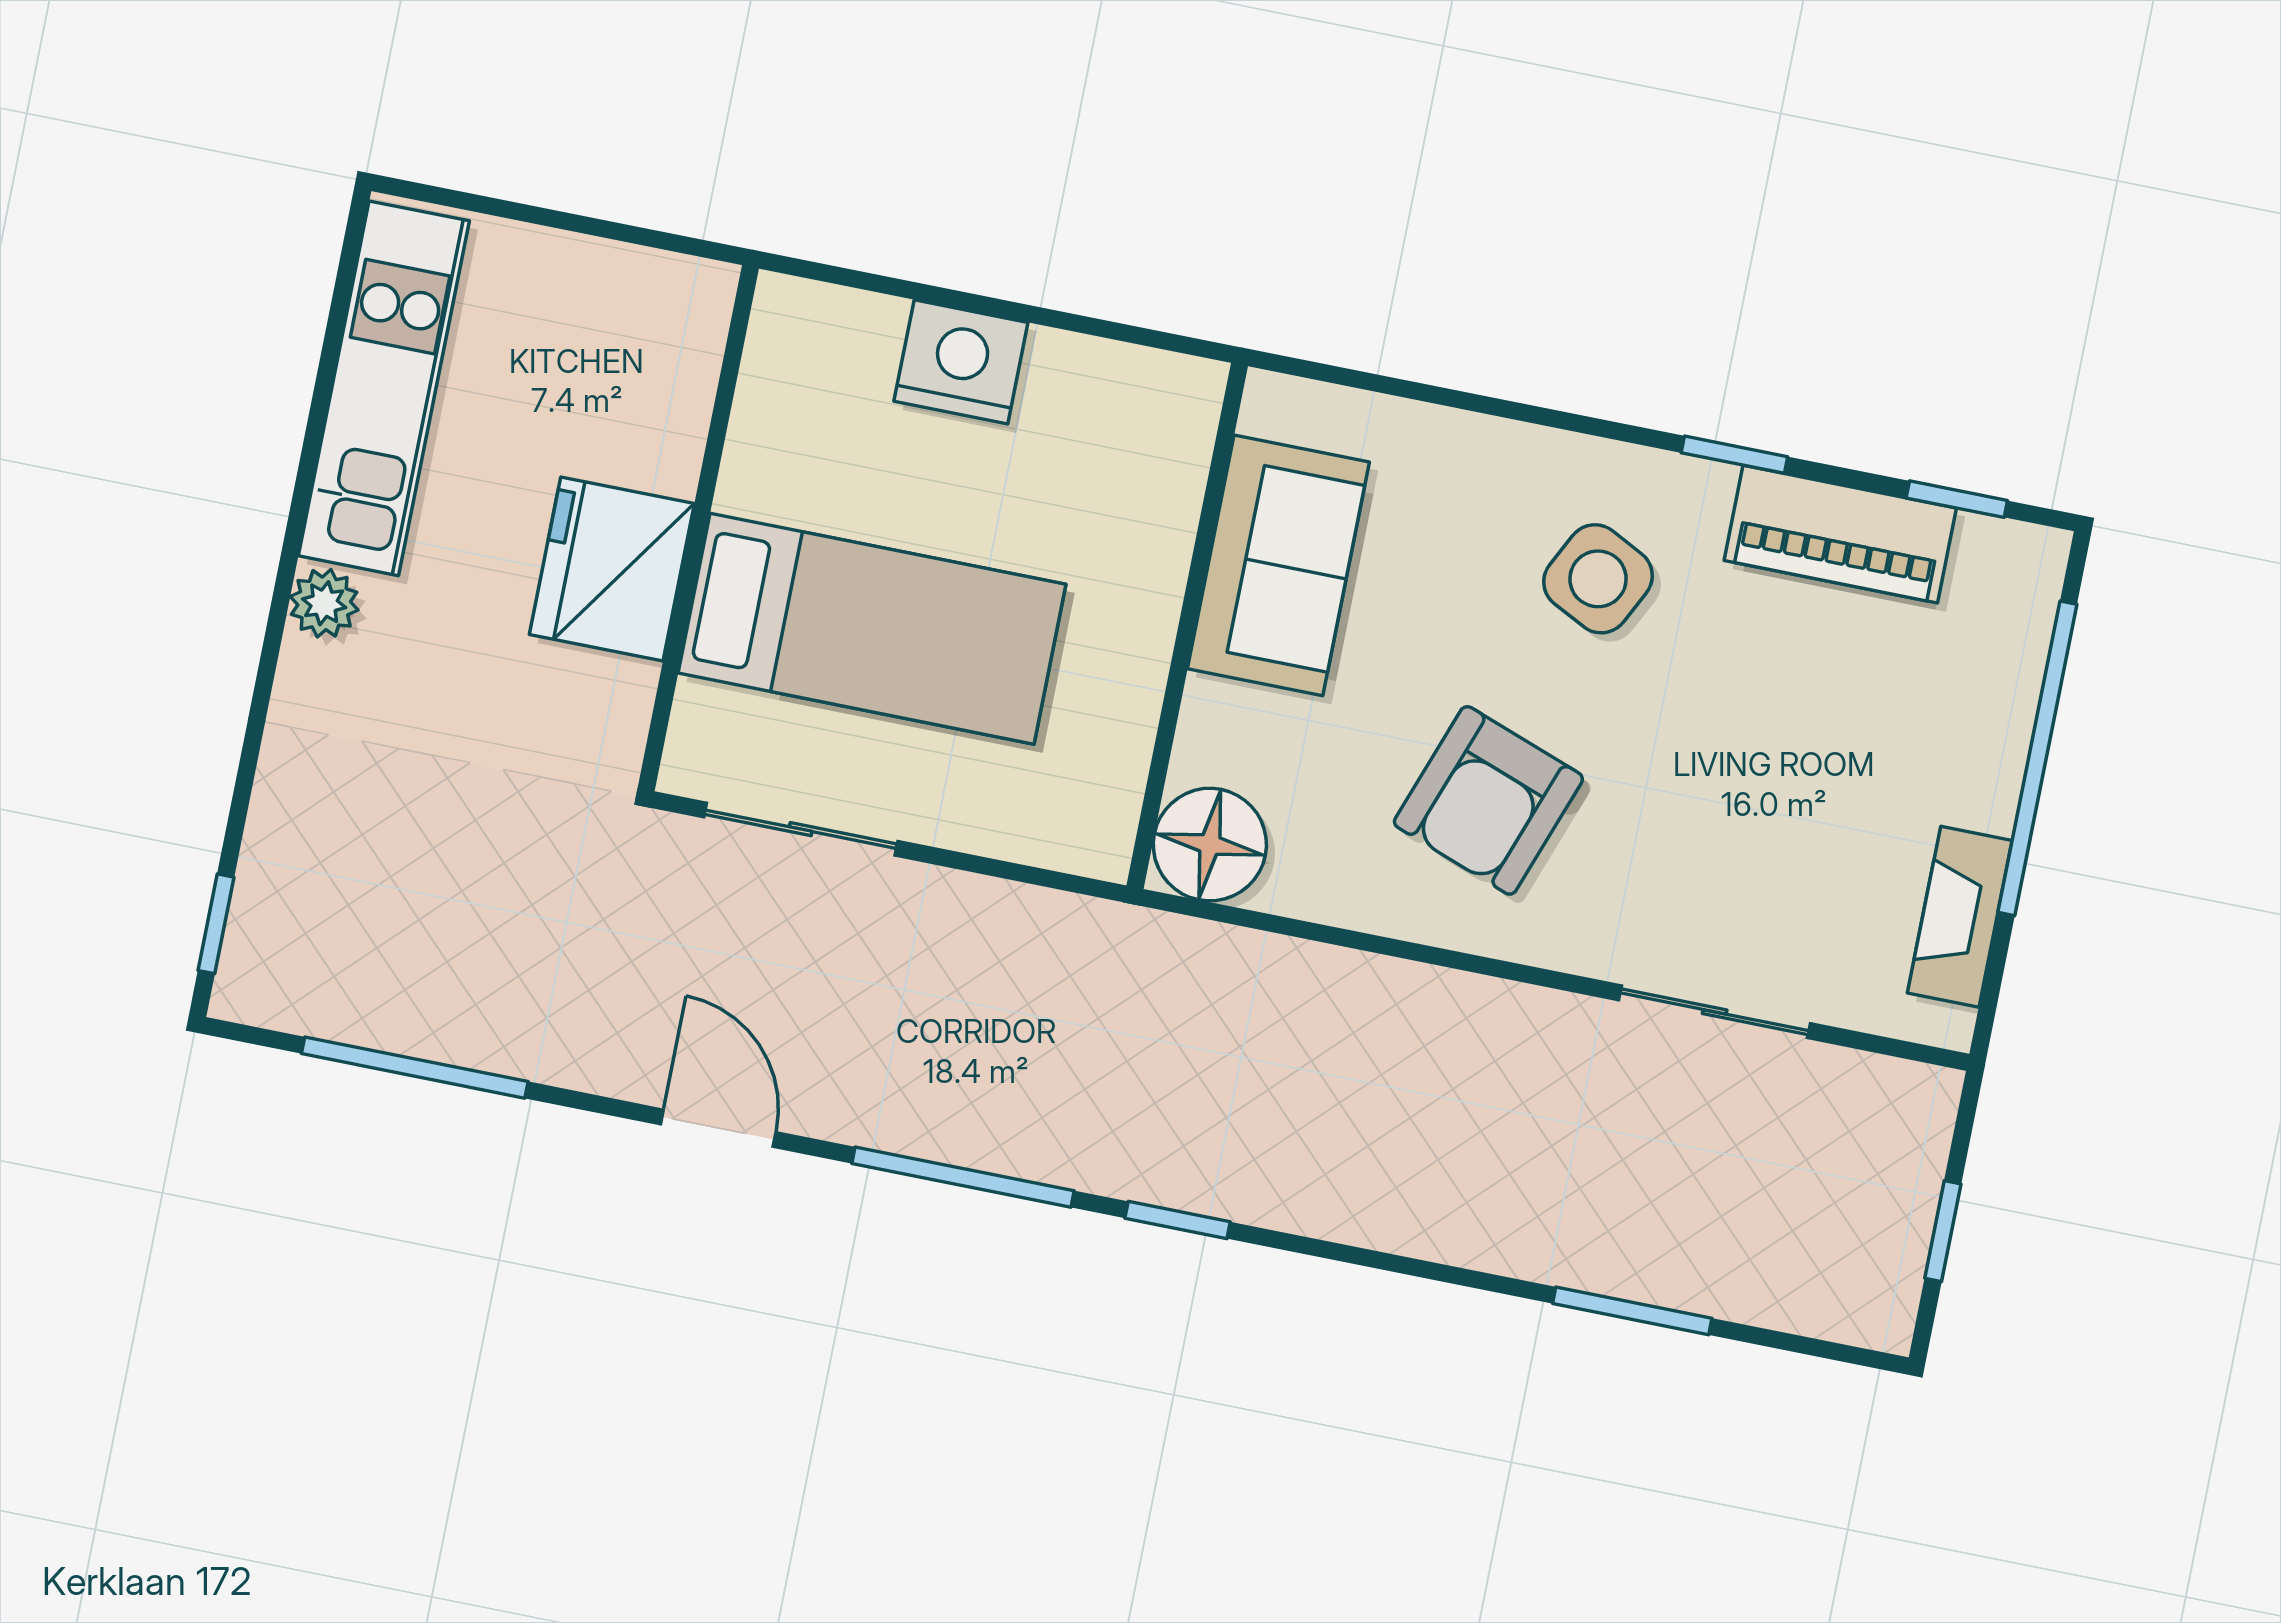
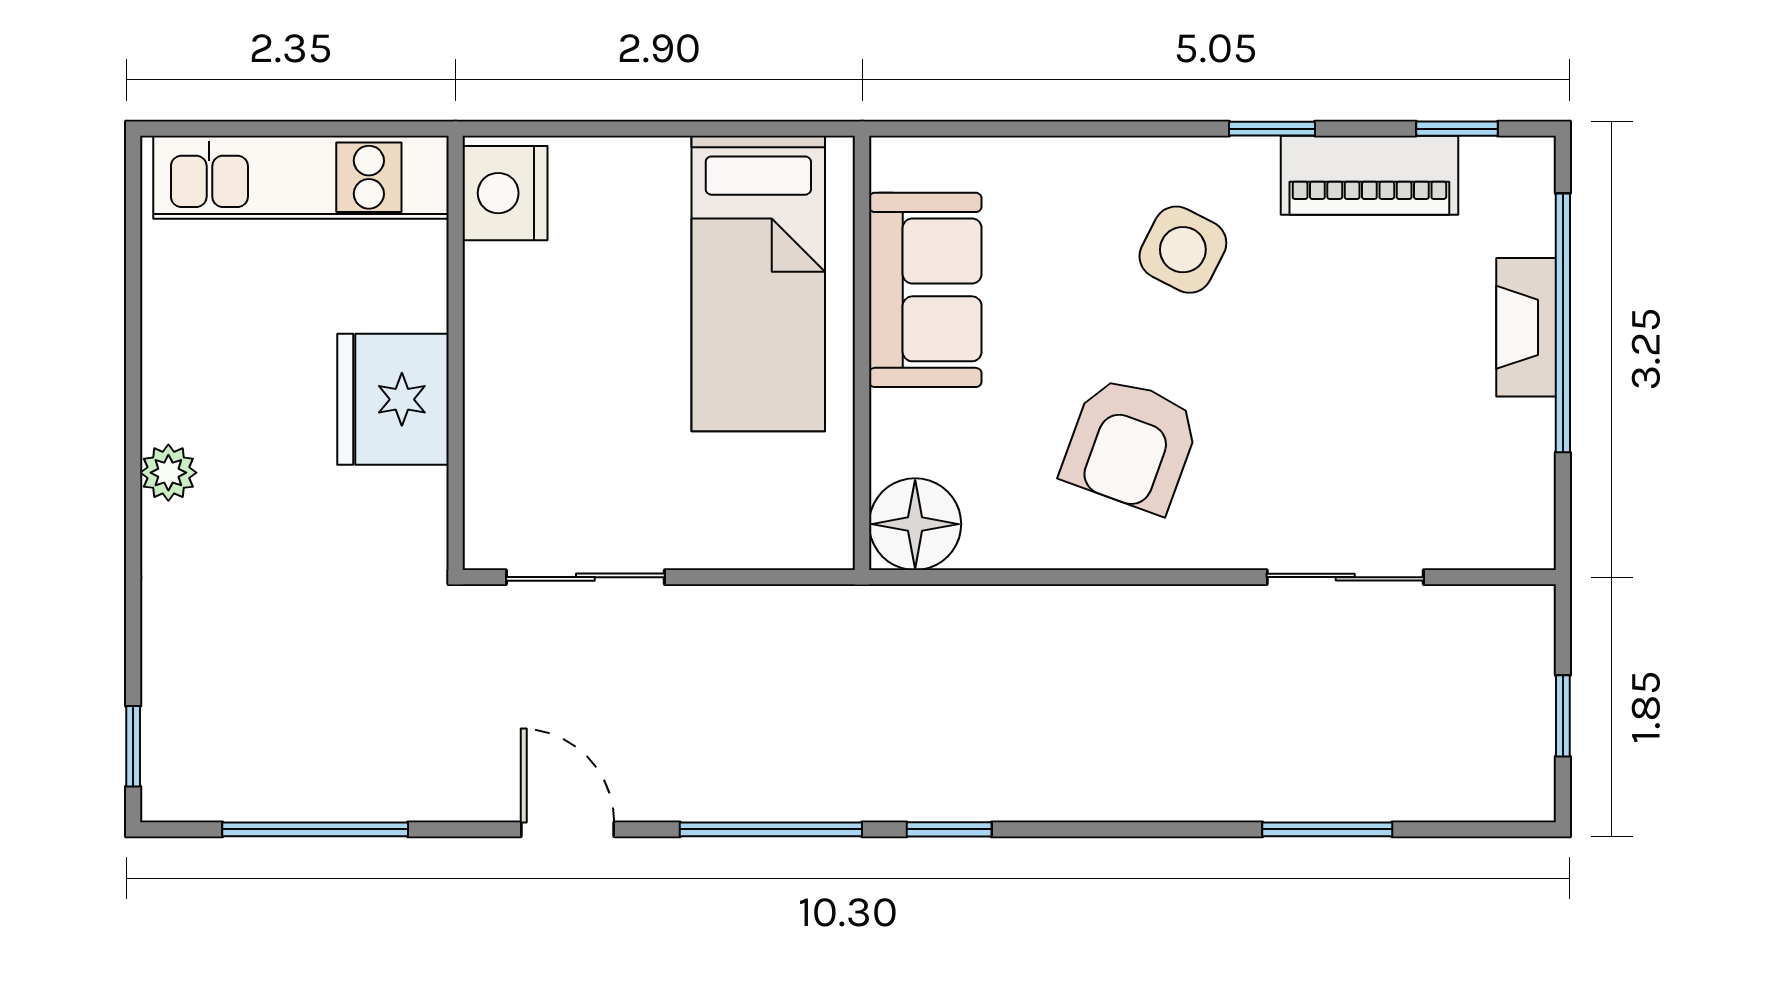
nightstand: (961, 362) -> (505, 193), moved, turned -90
kitchen unit: (384, 388) -> (301, 177), moved, turned 90
bed: (872, 629) -> (758, 284), moved, turned 90
fireplace: (1960, 917) -> (1526, 327), moved

